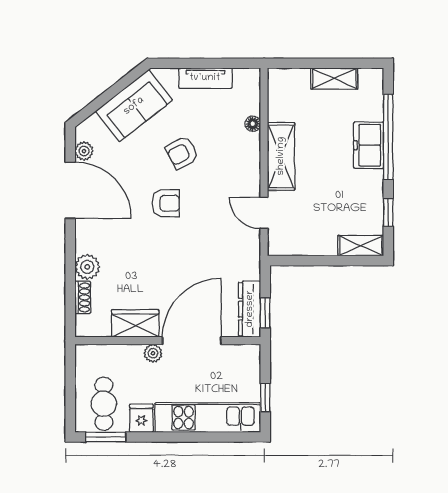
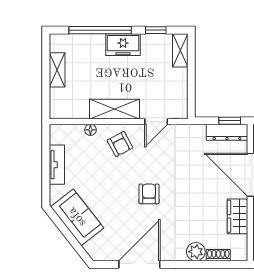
freezer: (369, 145) -> (123, 45), moved
plant: (84, 151) -> (110, 254), removed
armchair: (182, 153) -> (120, 144), moved

